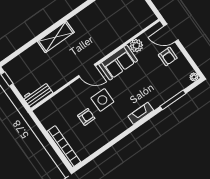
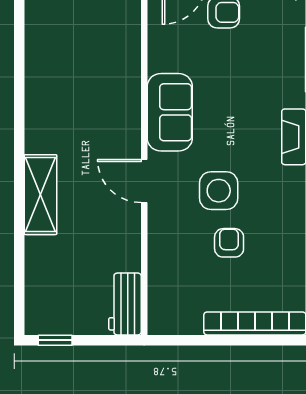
plant: (136, 46) -> (162, 56), removed
door: (87, 71) -> (144, 181), swing flipped

